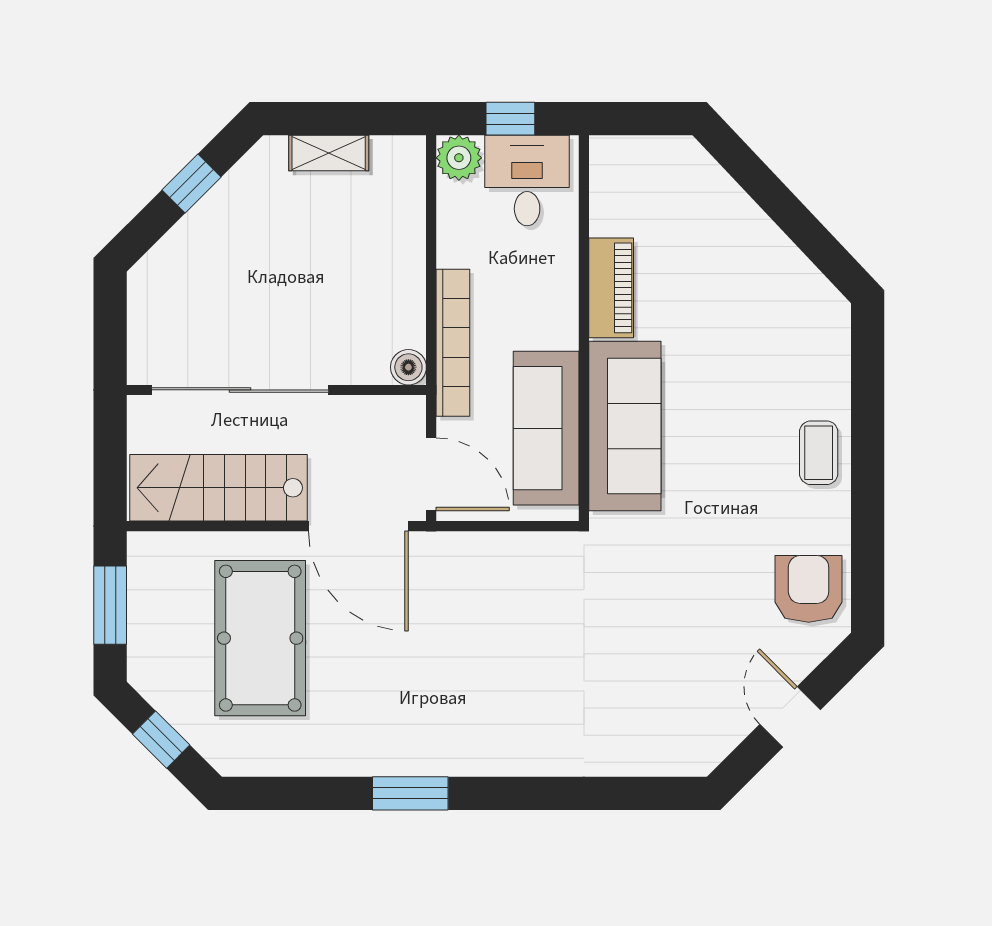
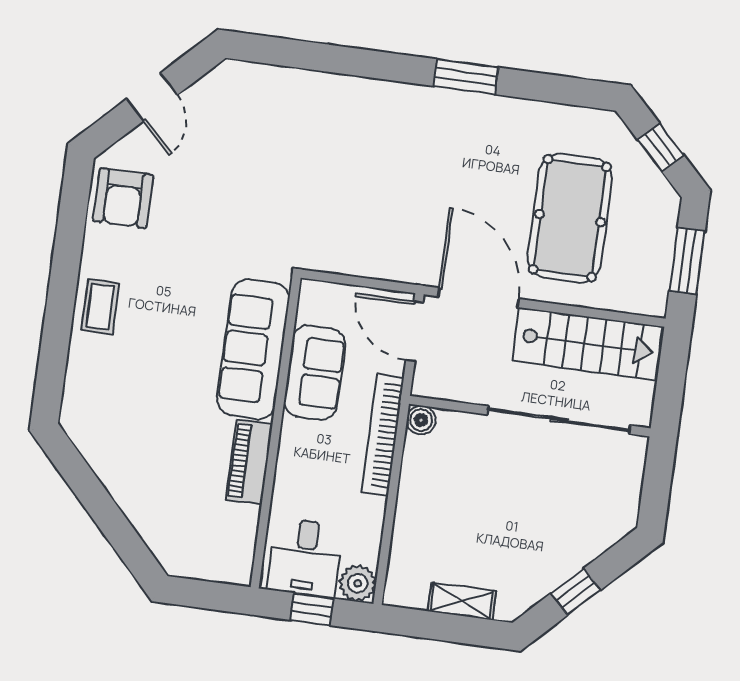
sofa: (546, 428) -> (315, 373), width x0.73

